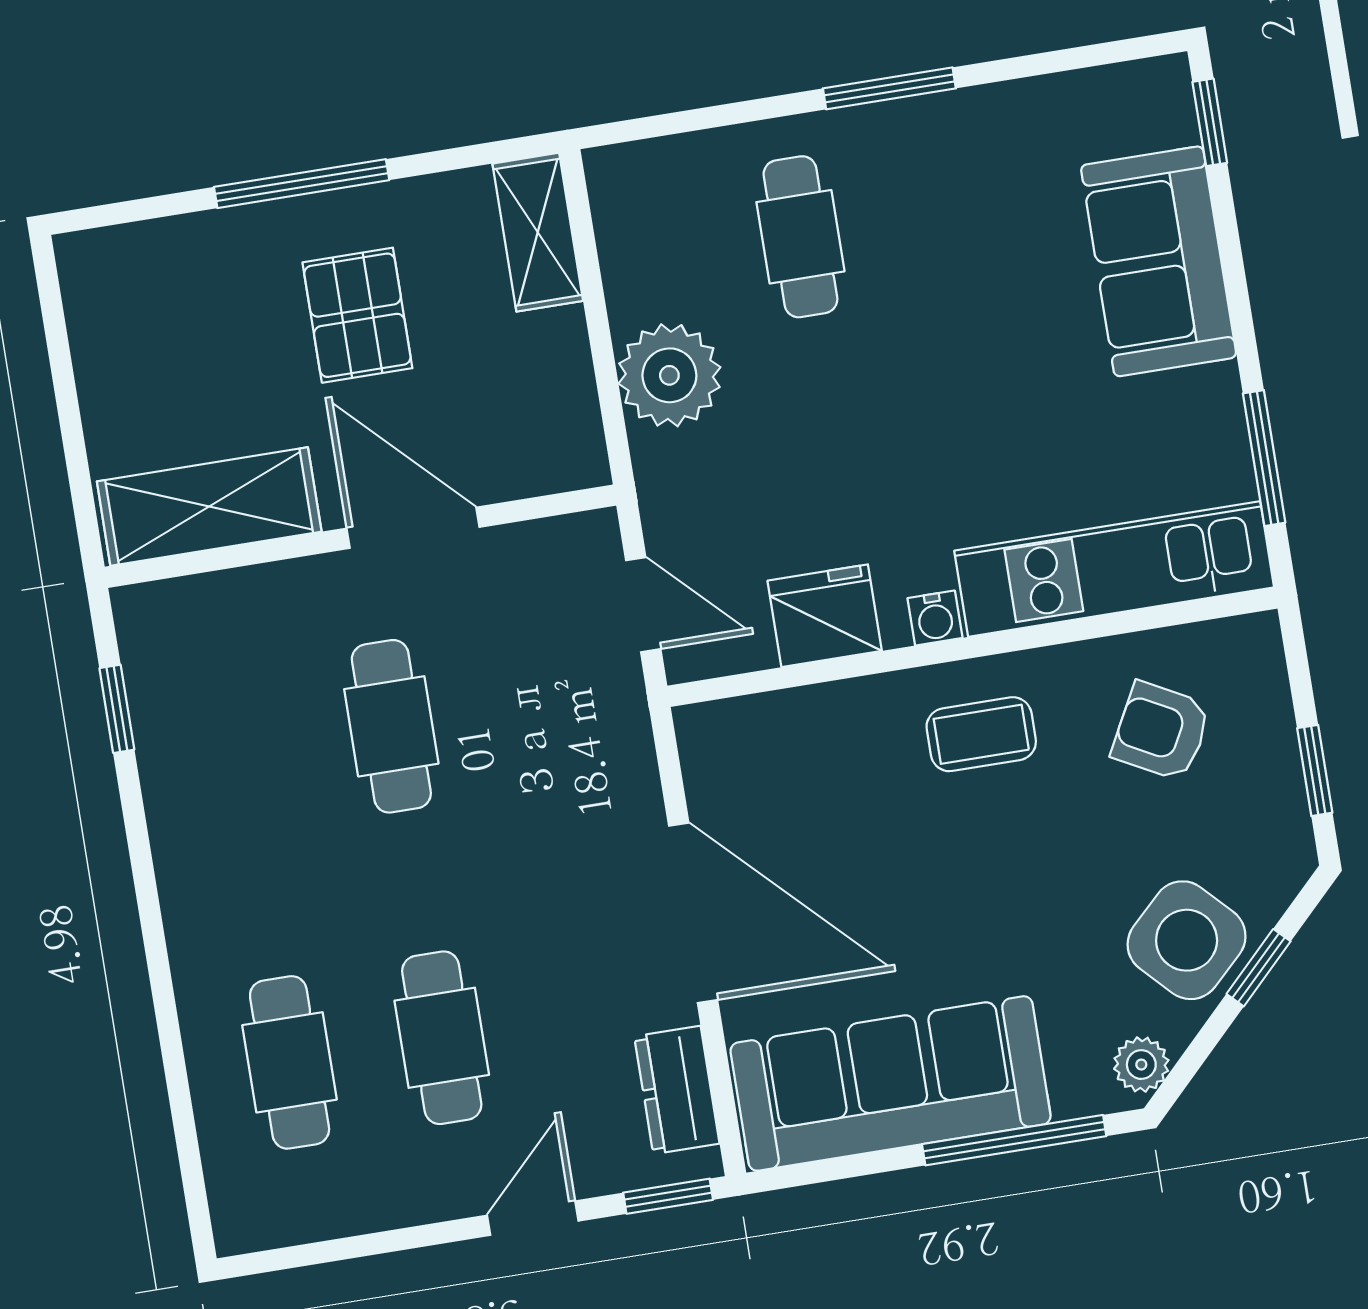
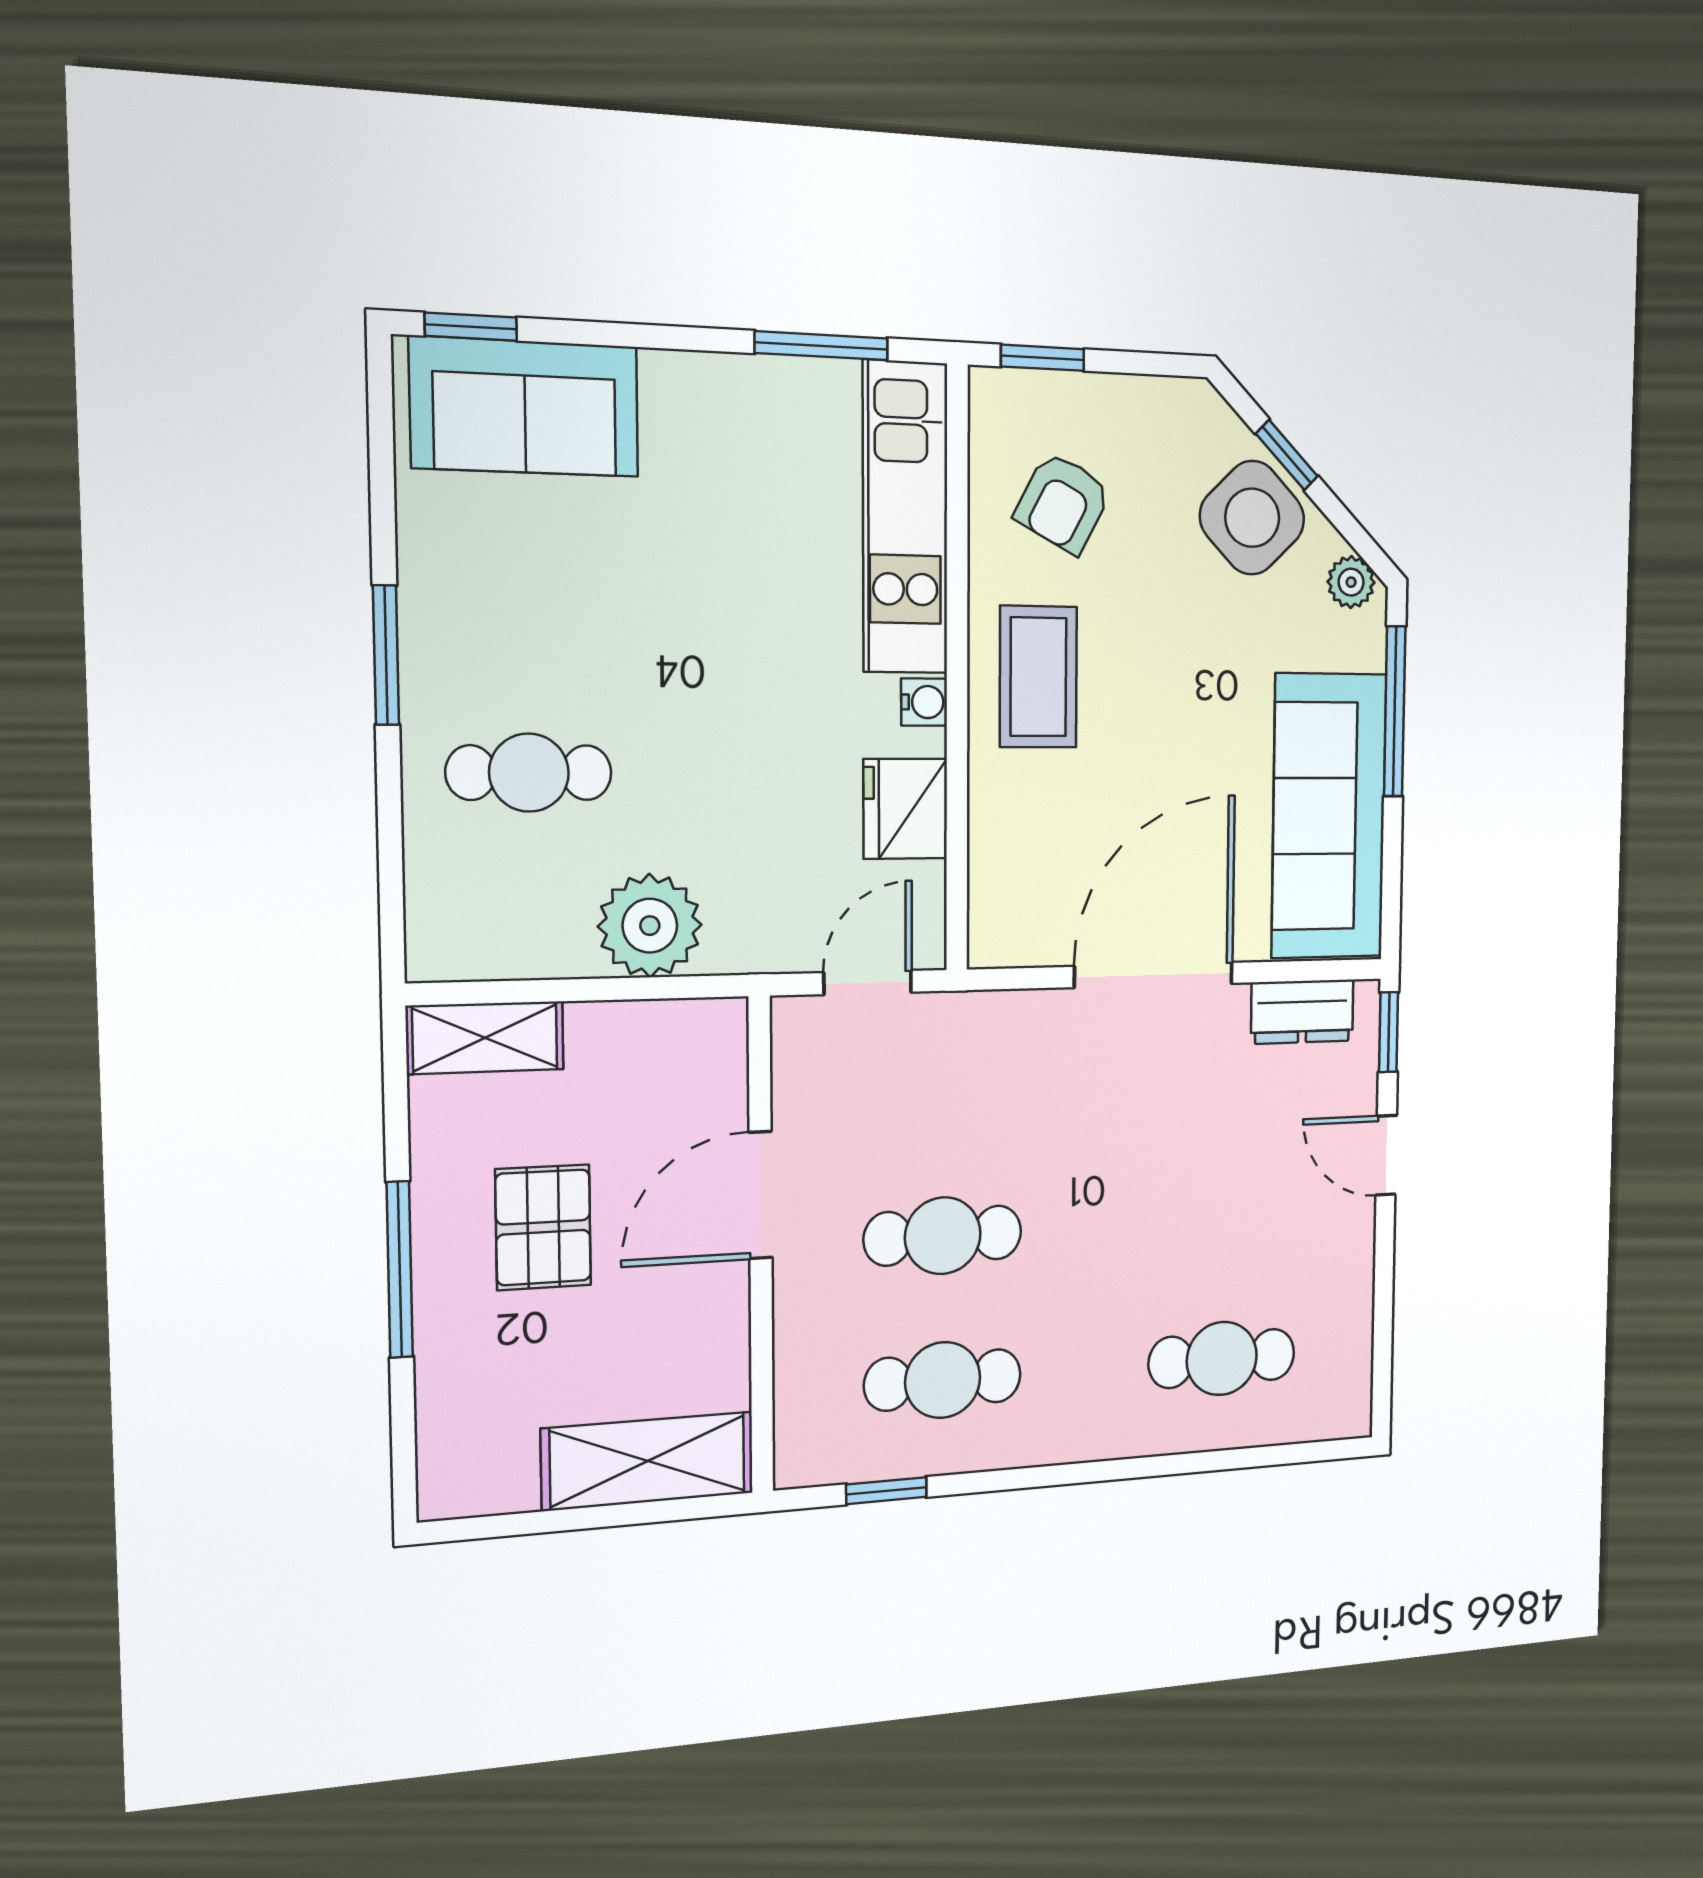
sofa: (1159, 261) -> (525, 407), moved
pallet: (357, 315) -> (543, 1227), turned 90
shelving: (209, 507) -> (648, 1461), moved, turned 90
coffee table: (981, 734) -> (1038, 677), width x1.36, depth x1.30
window: (1315, 770) -> (1043, 358), moved
cafe table: (442, 1038) -> (943, 1380), moved

